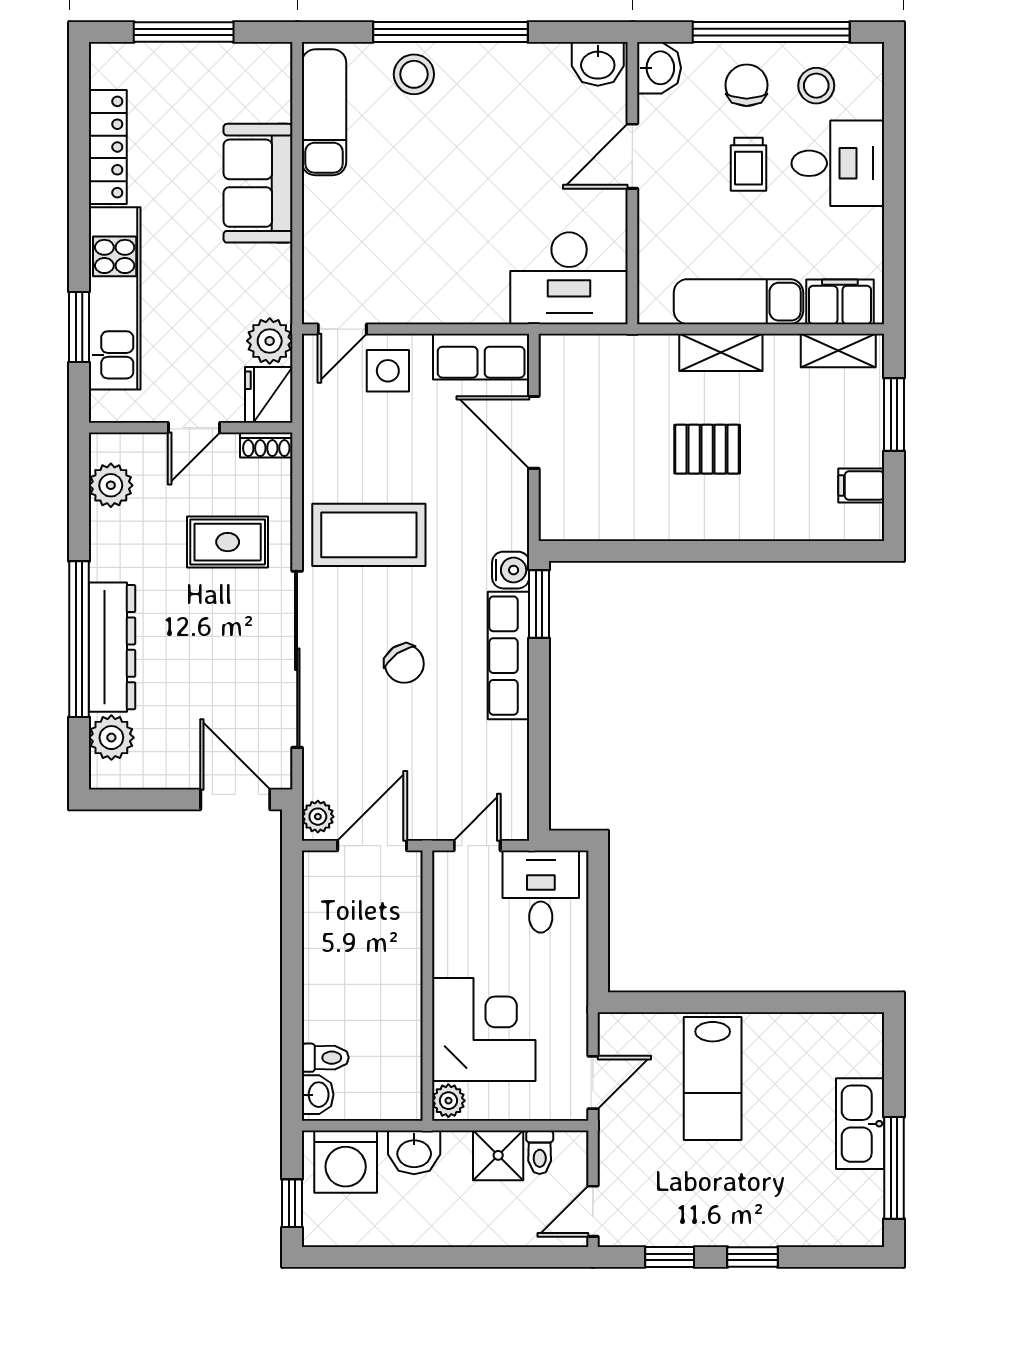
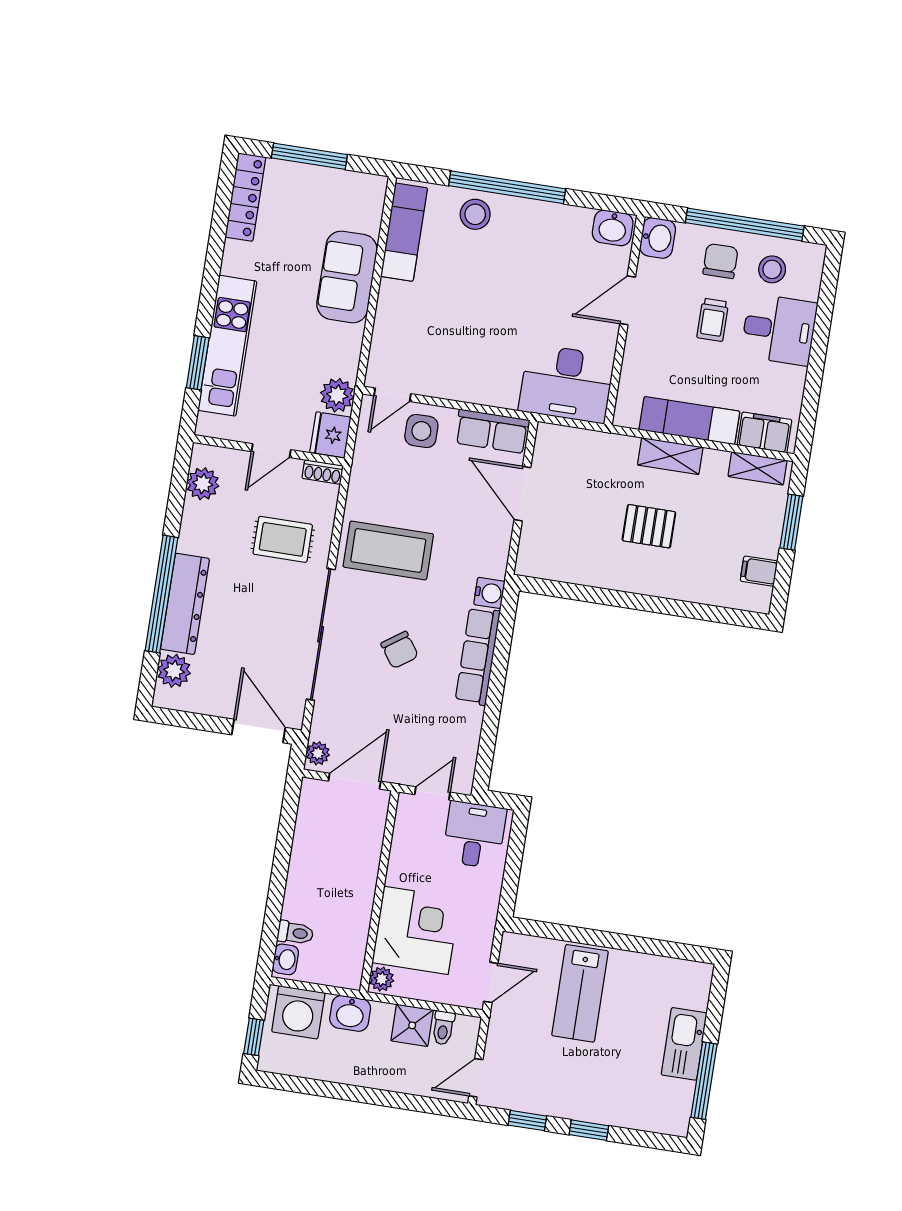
locker: (108, 147) -> (245, 197), moved
window: (539, 604) -> (506, 621), removed

